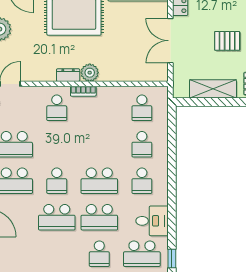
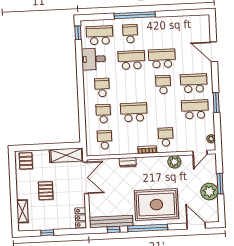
double door: (170, 41) -> (86, 178), moved
pallet: (227, 41) -> (46, 191), turned 90
plant: (90, 73) -> (174, 162), moved
dresser: (68, 75) -> (128, 162), moved
shelving: (213, 89) -> (66, 155), moved
school desk: (99, 181) -> (134, 112), moved

